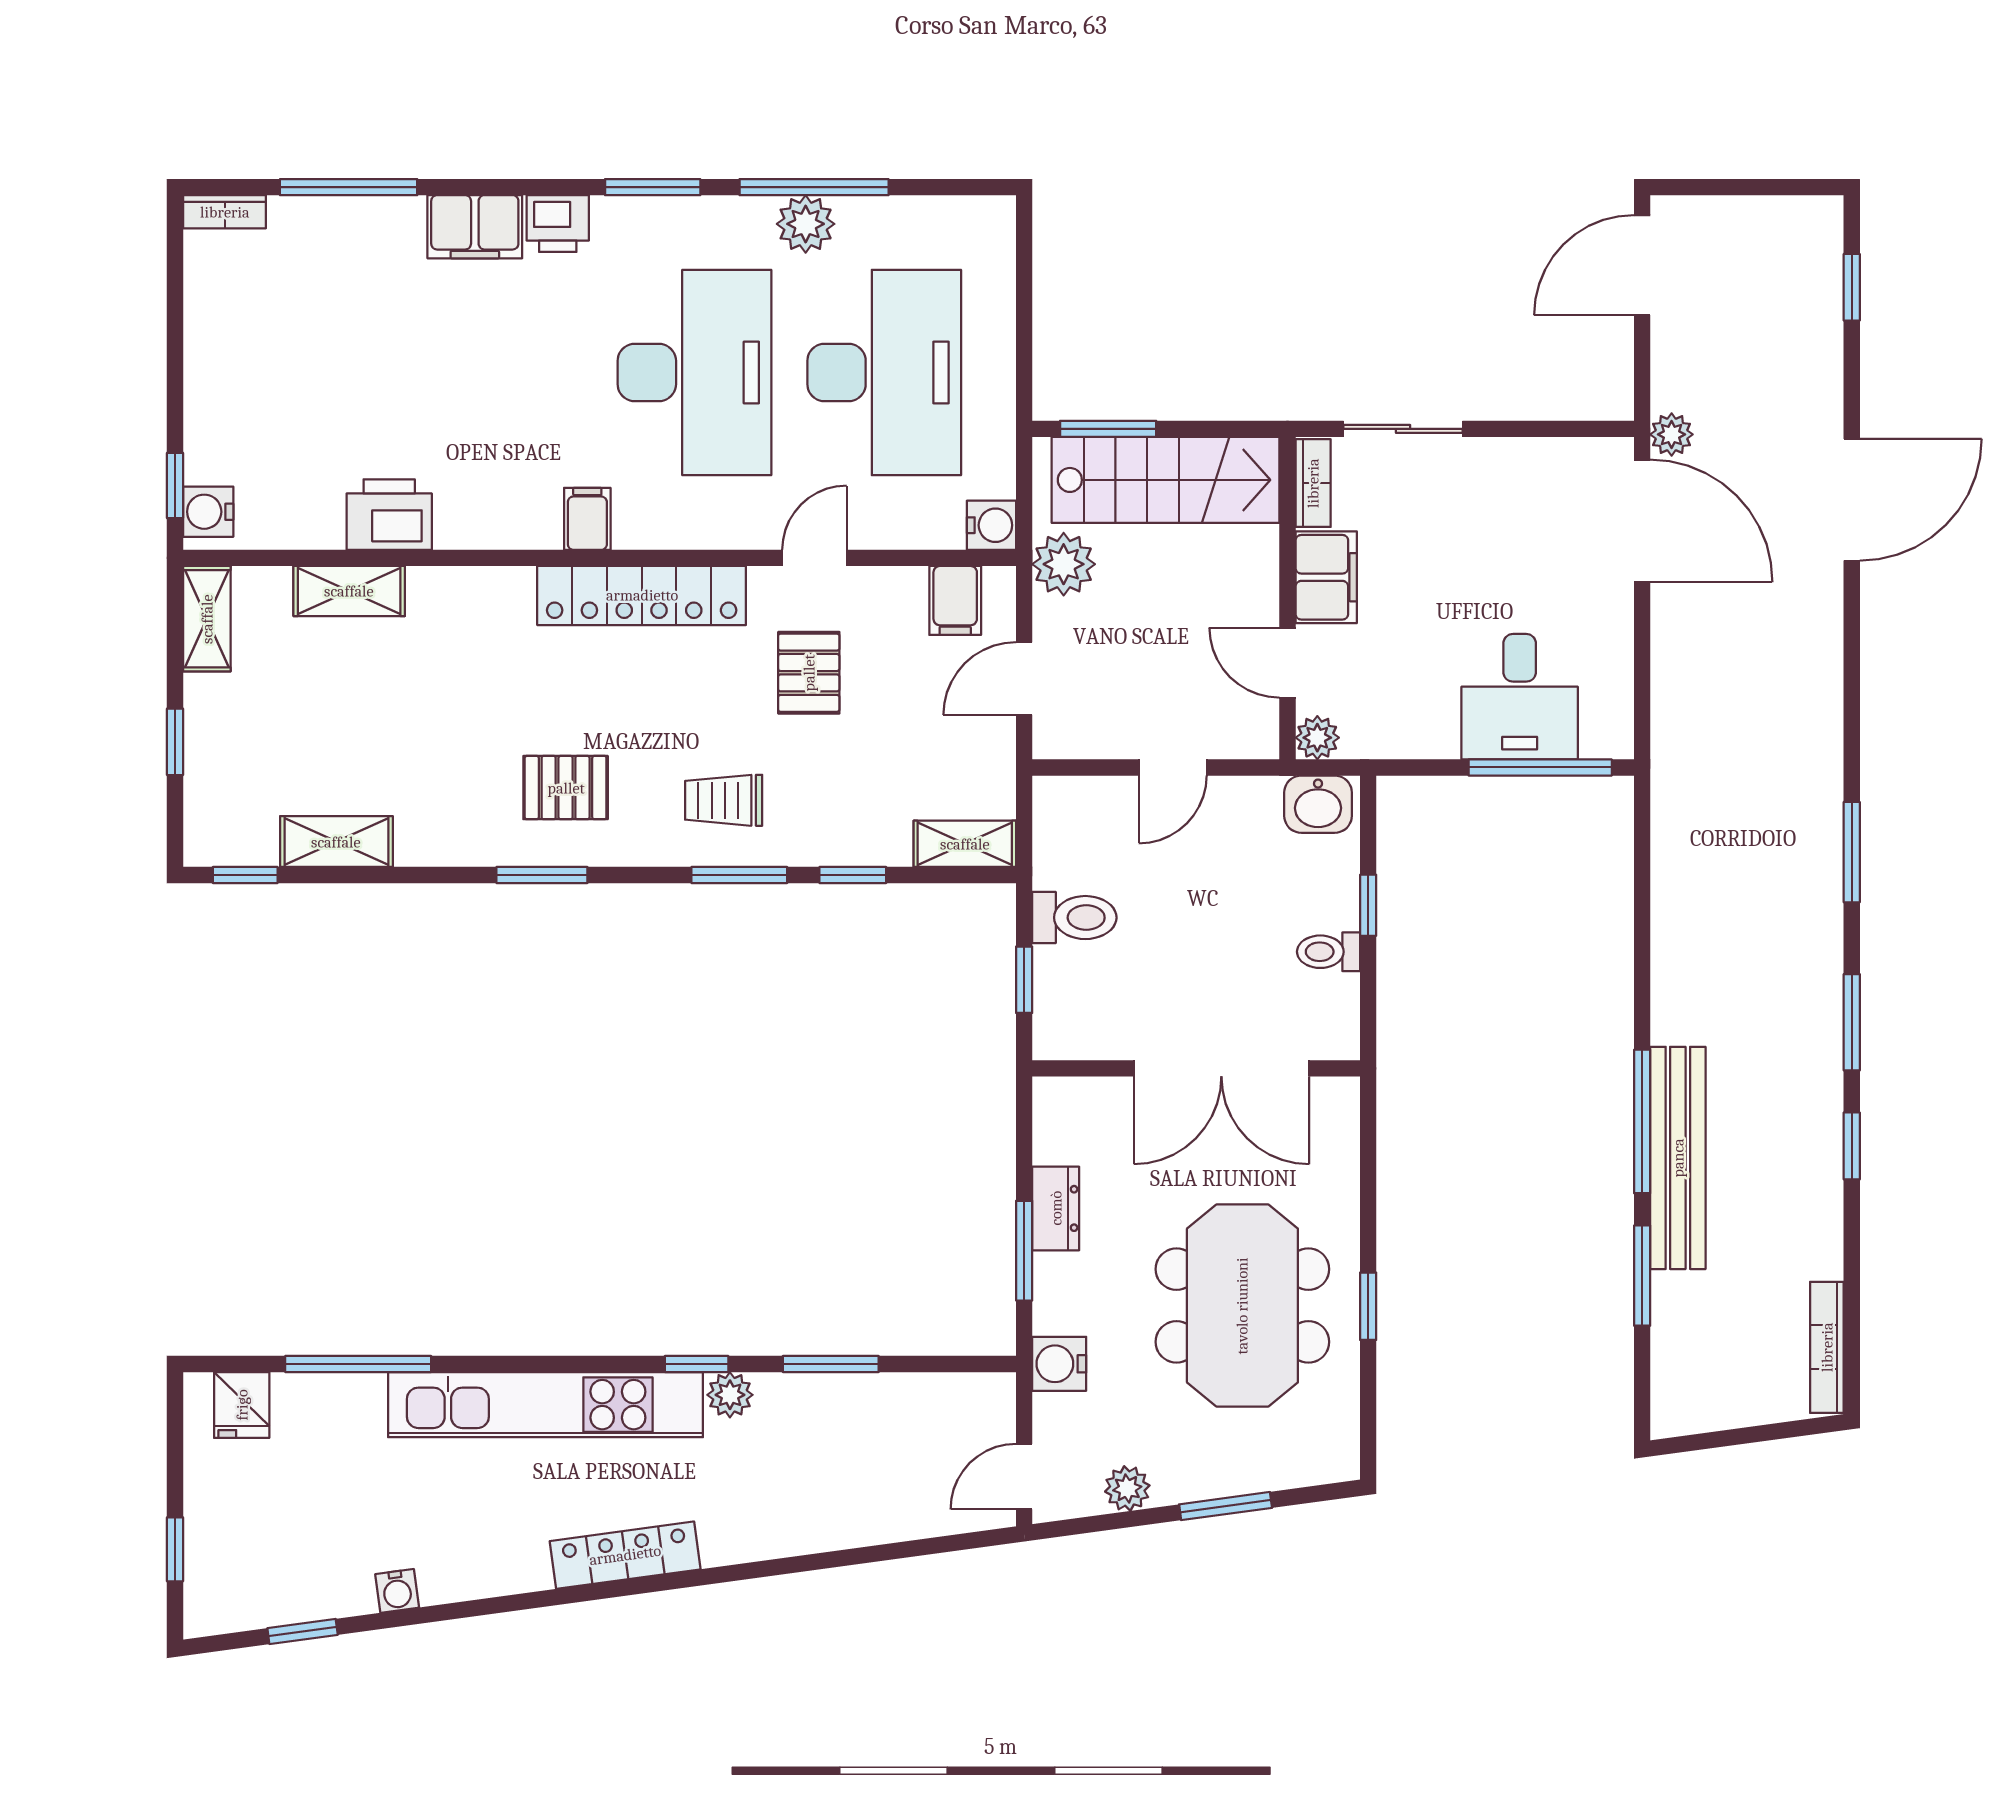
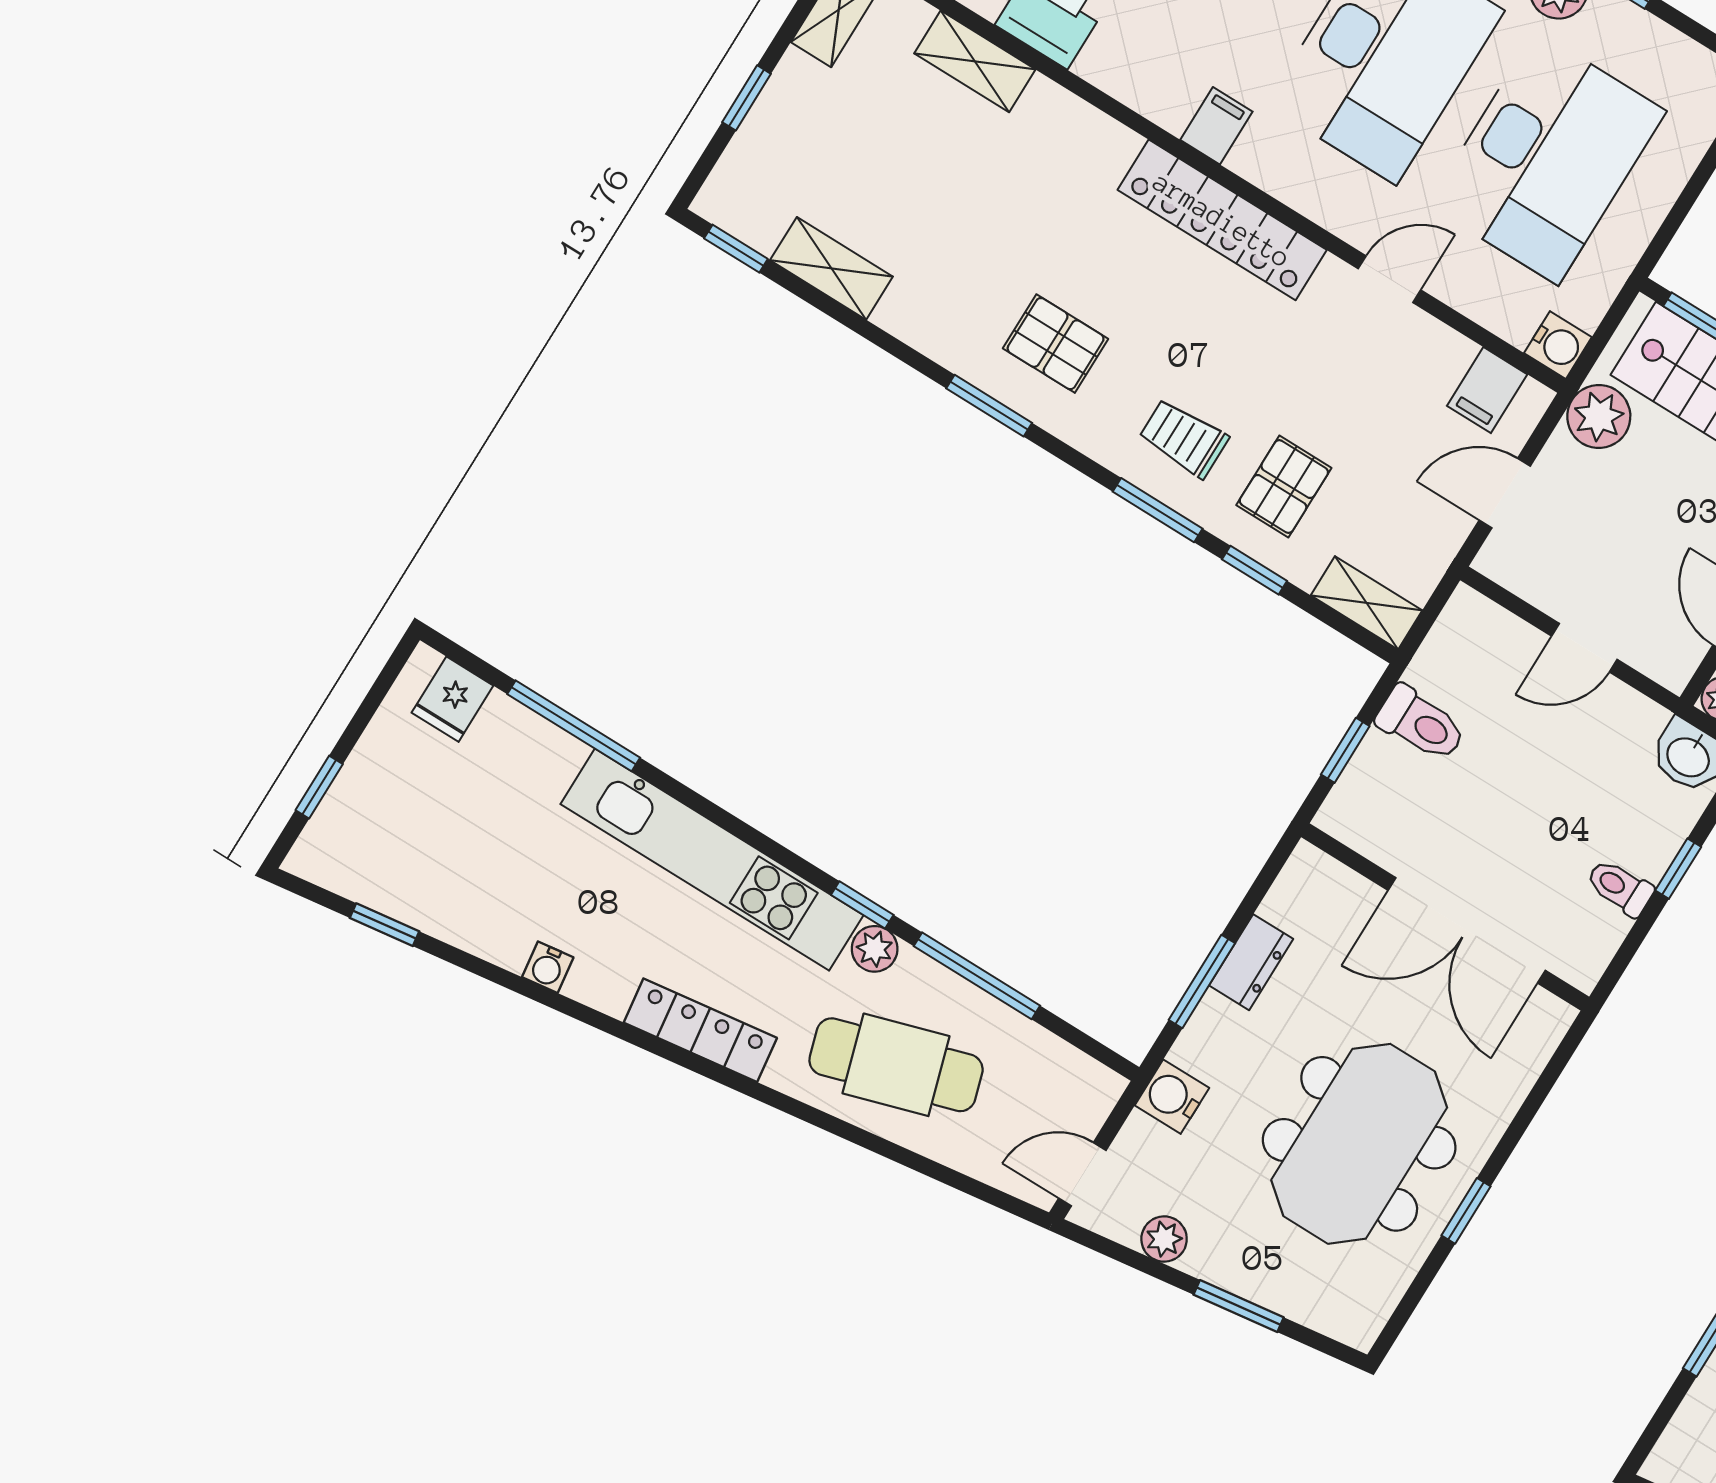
pallet: (809, 673) -> (1284, 487), moved
window: (831, 1364) -> (977, 976), width x1.44
cafe table: (809, 1482) -> (896, 1065), added
water cooler: (397, 1591) -> (548, 967), moved

